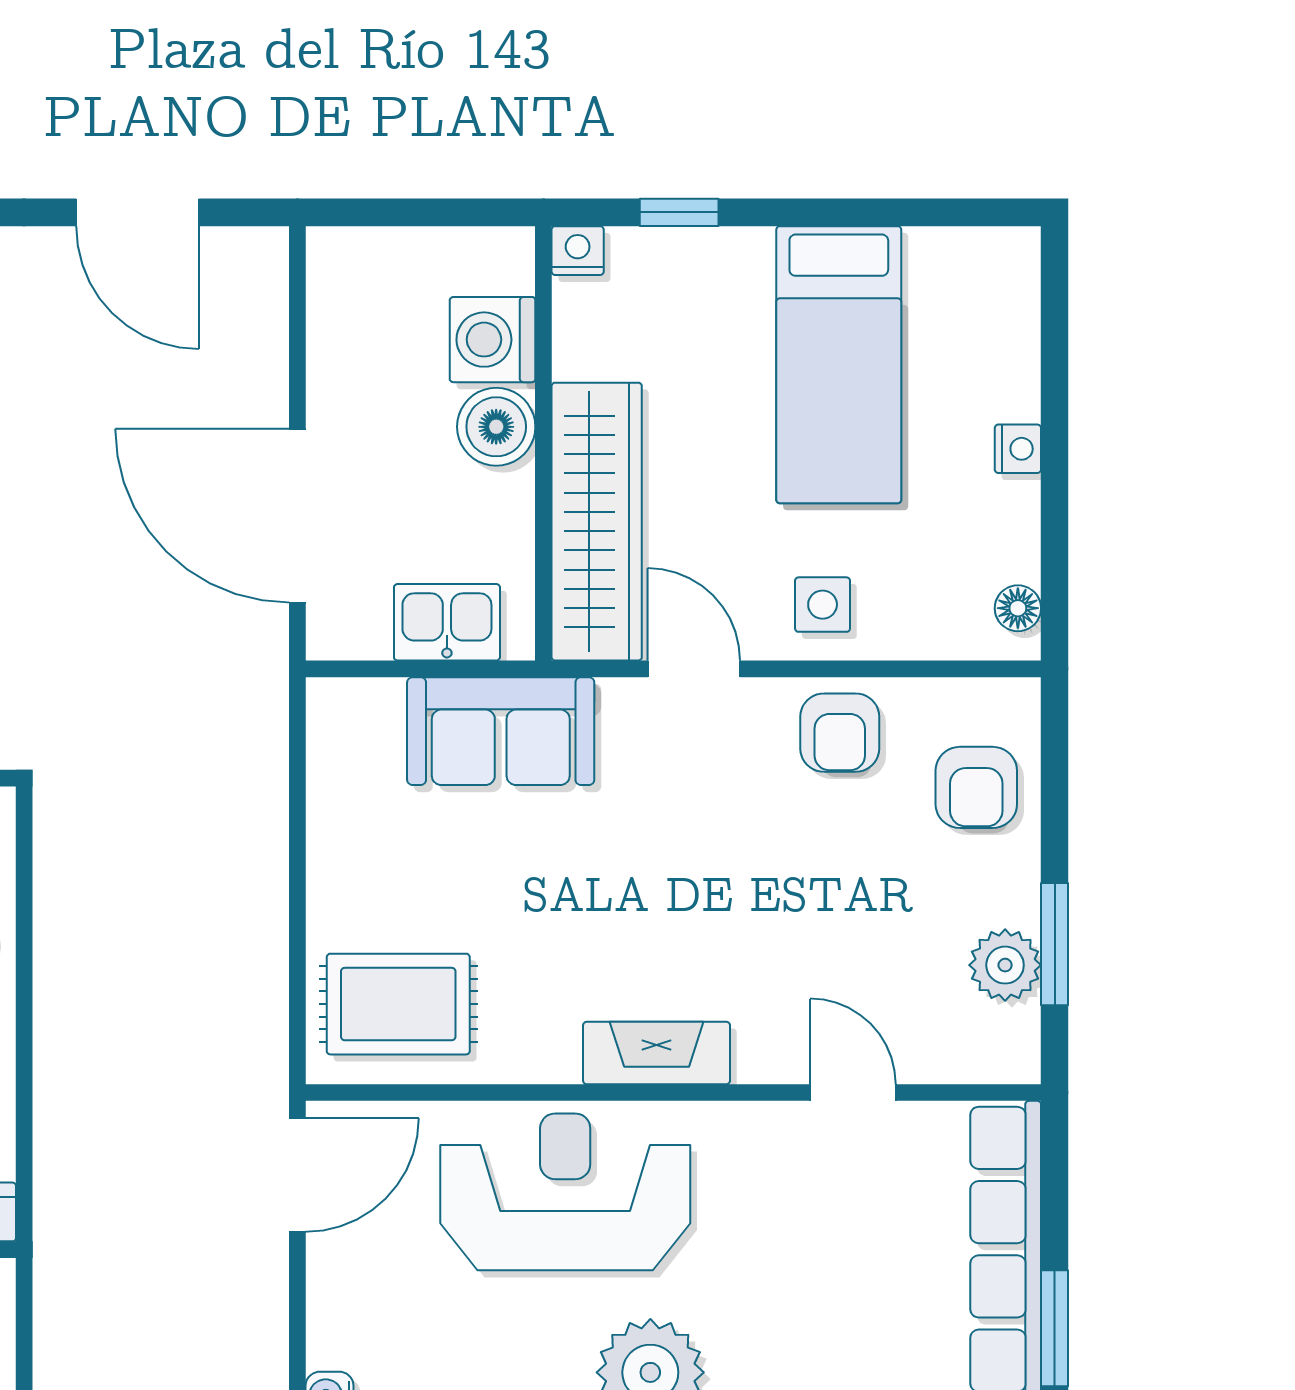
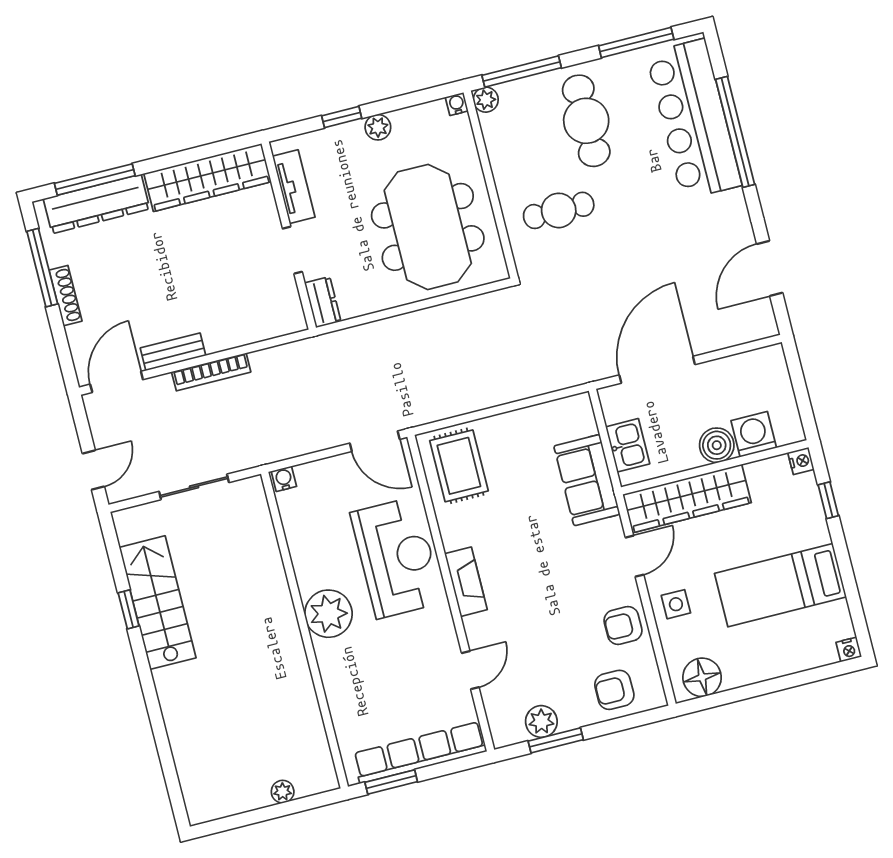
nightstand: (1018, 449) -> (849, 650), moved
floor lamp: (1018, 608) -> (702, 677), width x1.89, depth x1.89

